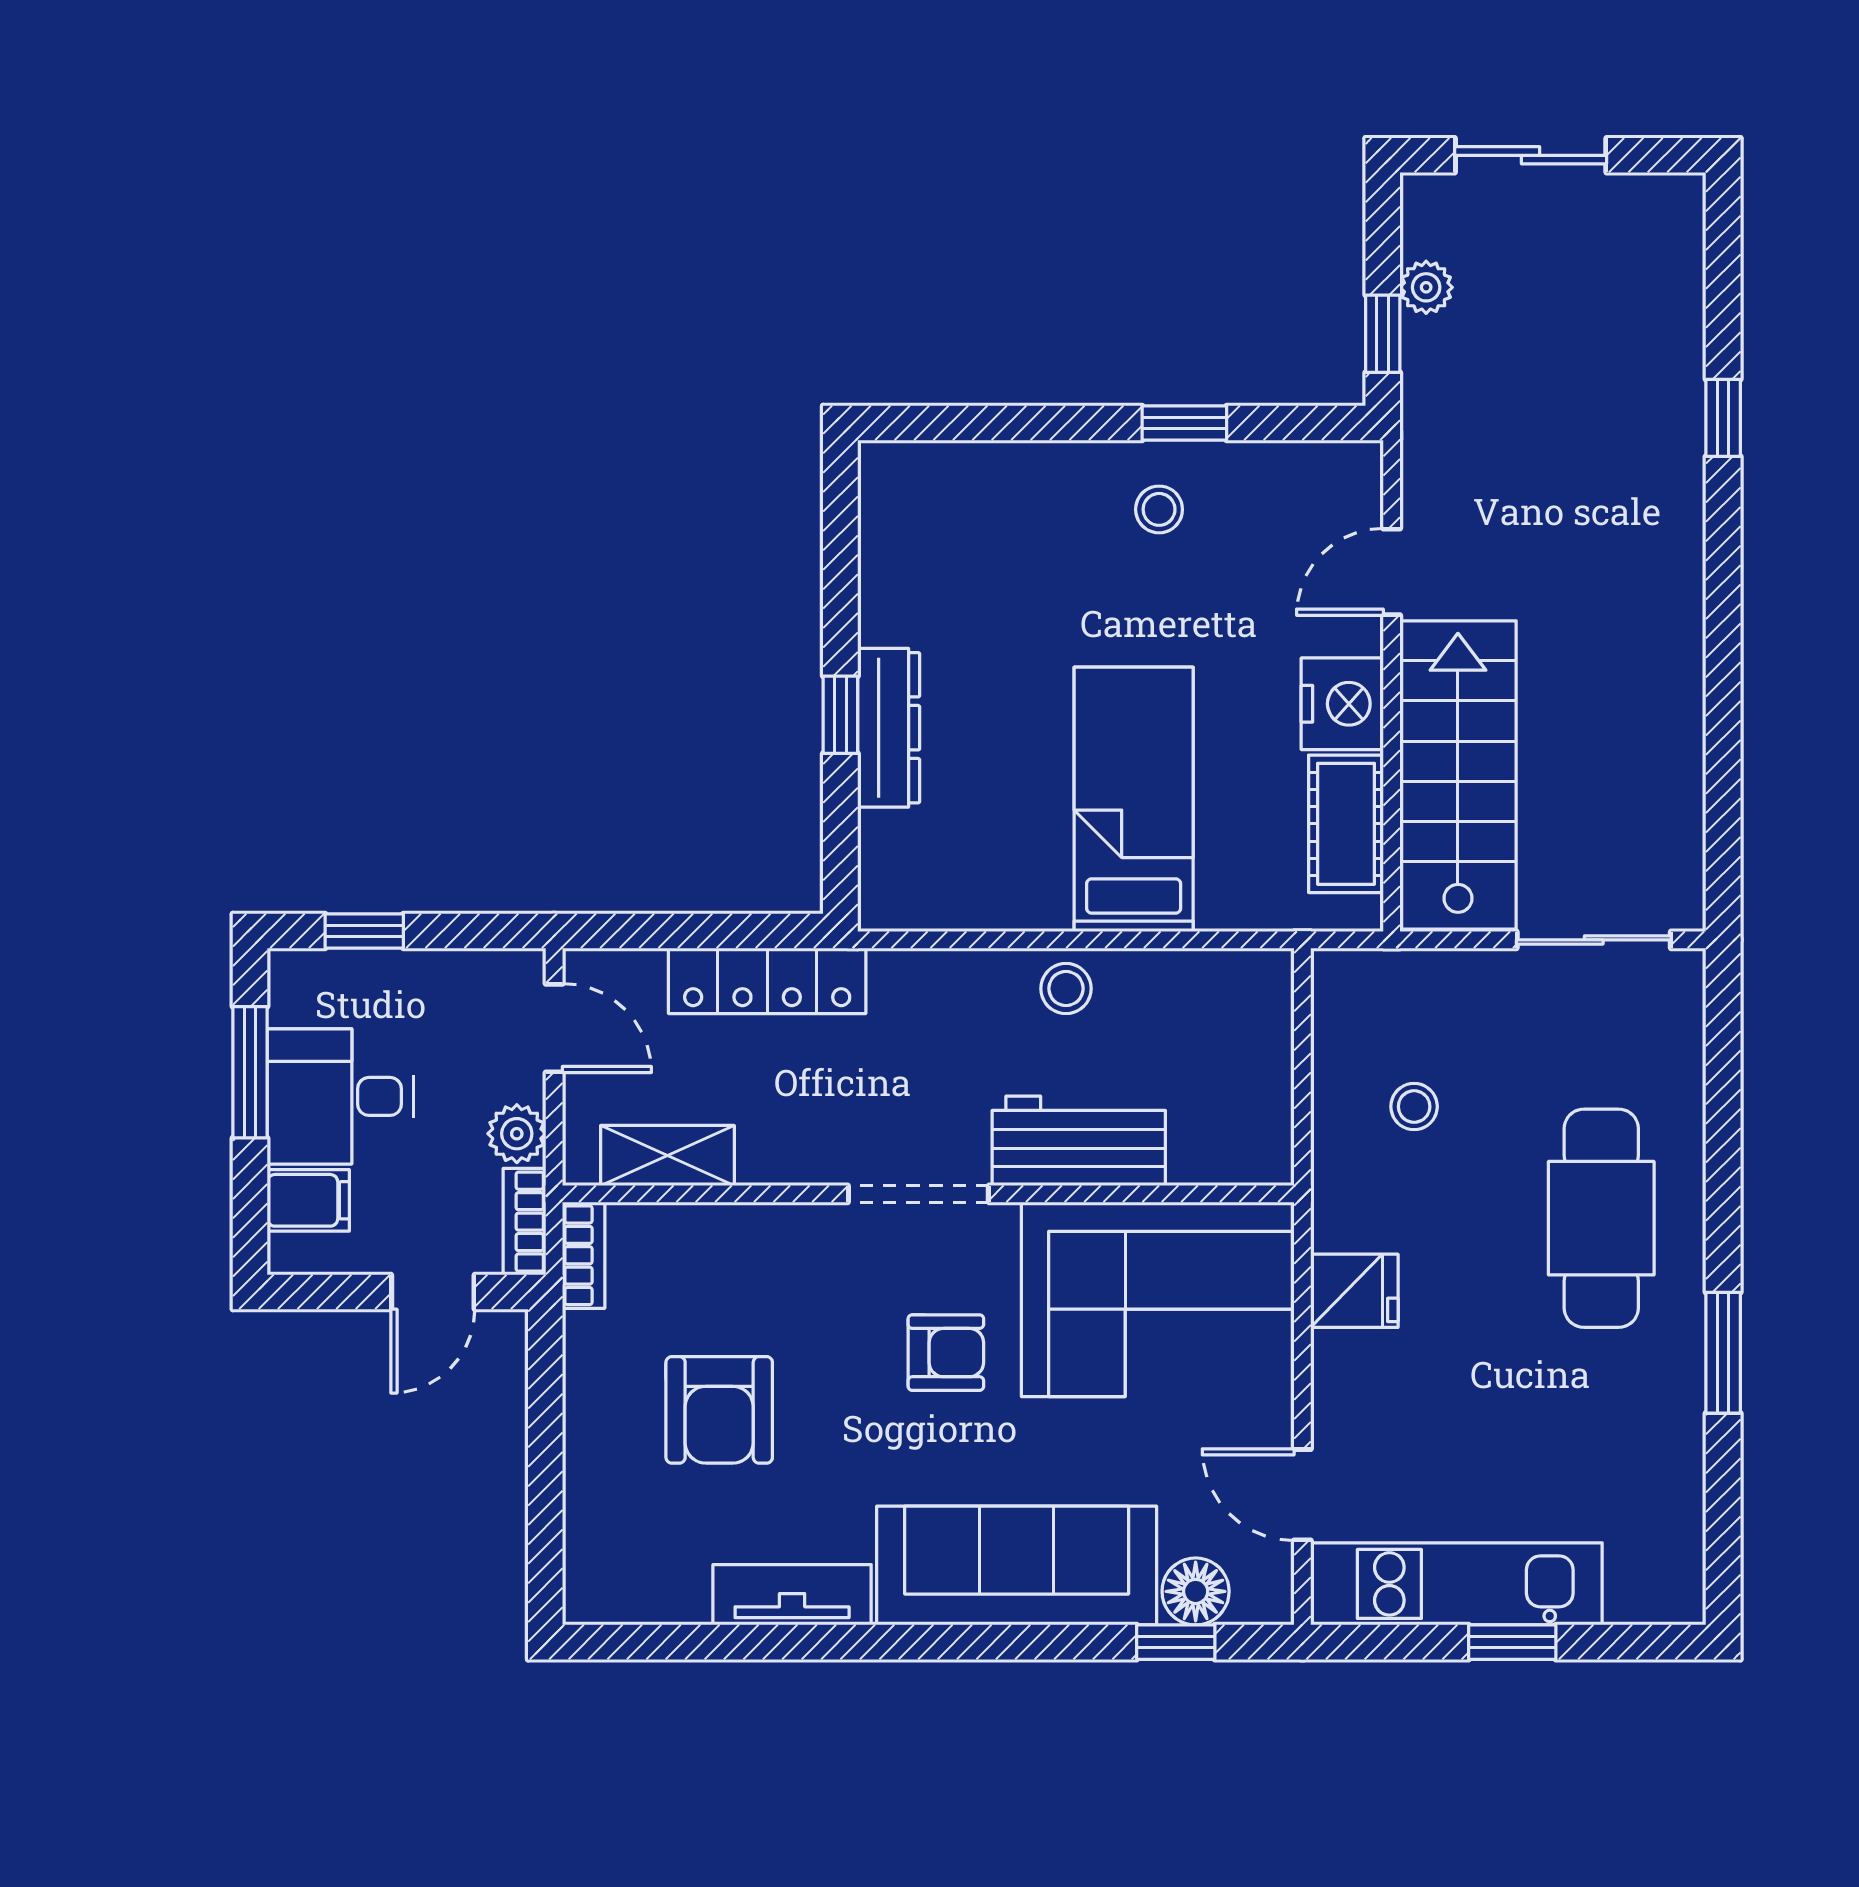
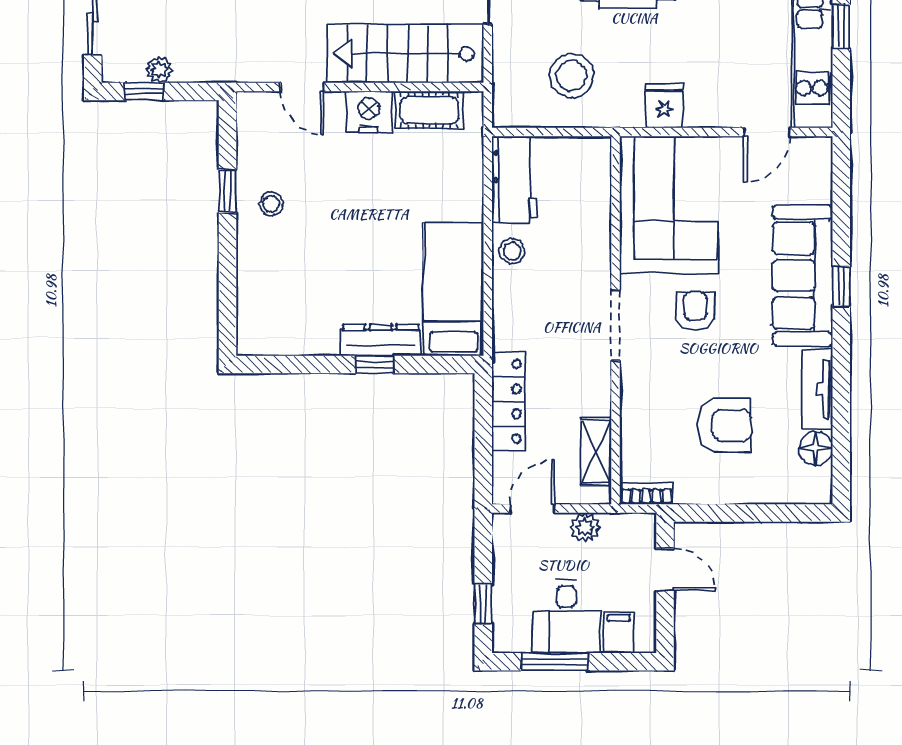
window: (1383, 334) -> (145, 91), moved
bed: (1134, 799) -> (454, 289), moved, turned 90
stool: (1414, 1107) -> (572, 76), width x1.89, depth x1.89
workbench: (1079, 1141) -> (514, 180), moved, turned 180
bookcase: (525, 1222) -> (629, 523), removed
floor lamp: (1196, 1591) -> (816, 448), moved
window: (1176, 1642) -> (841, 286), moved

